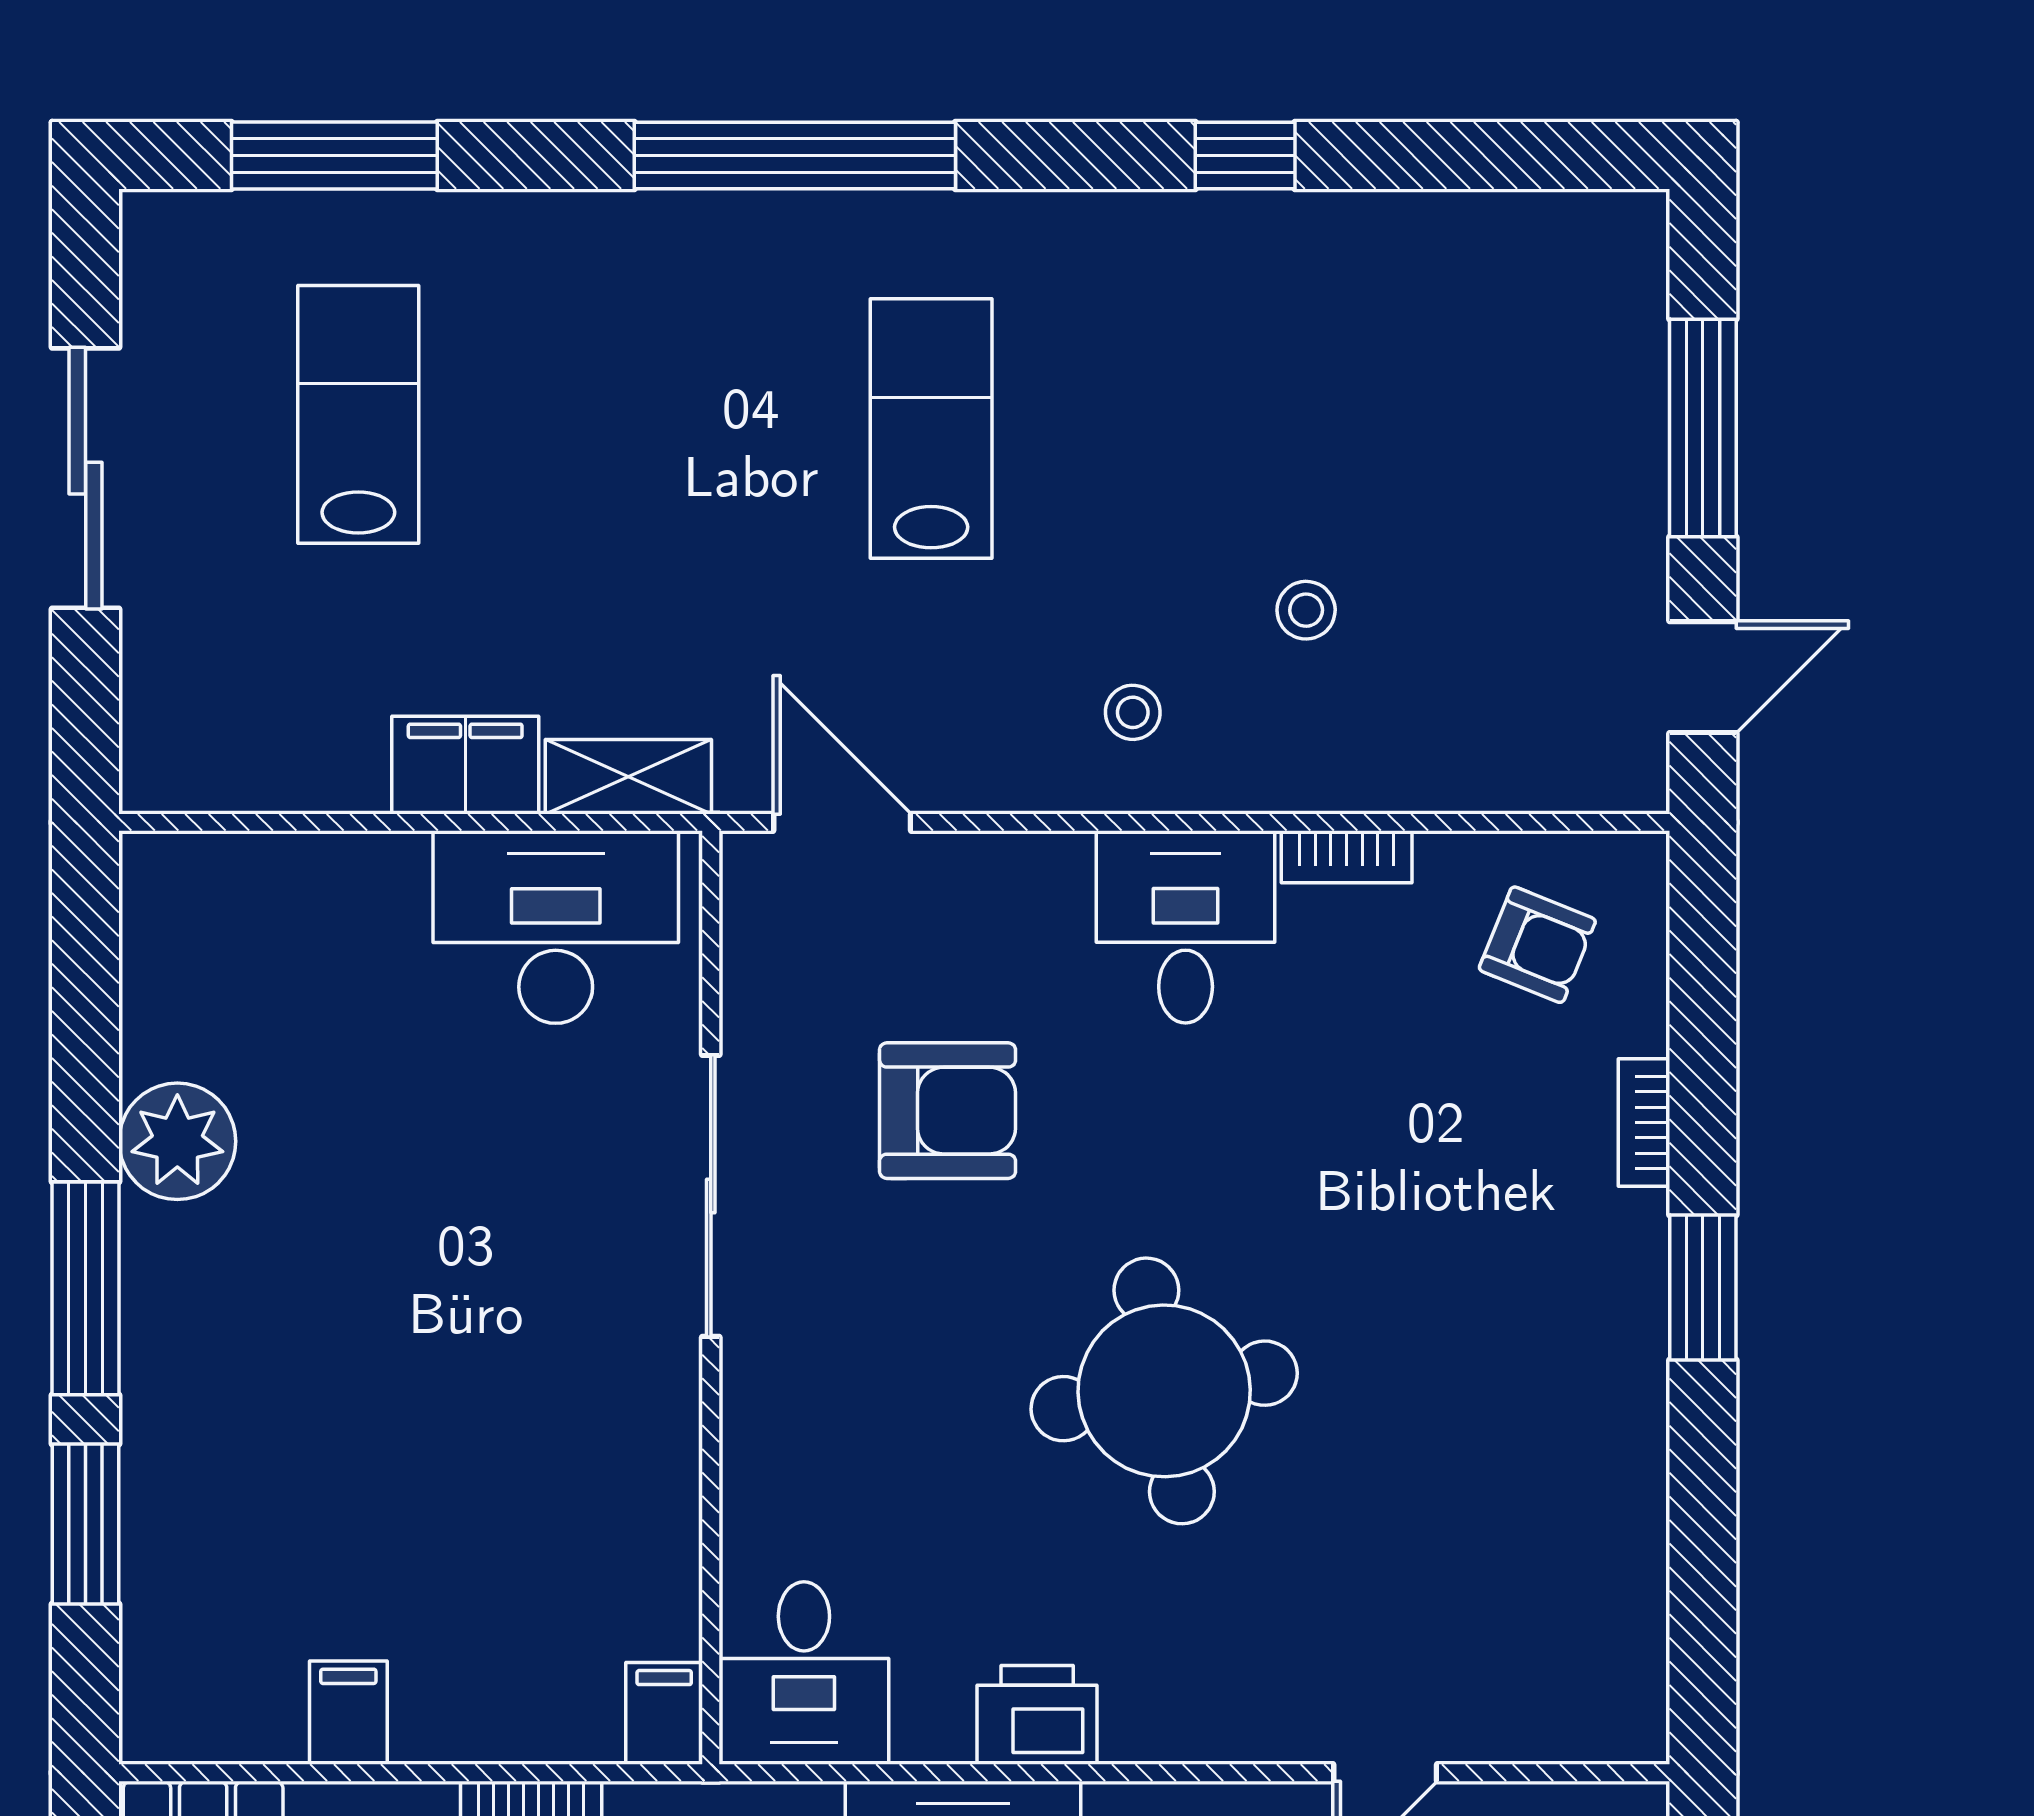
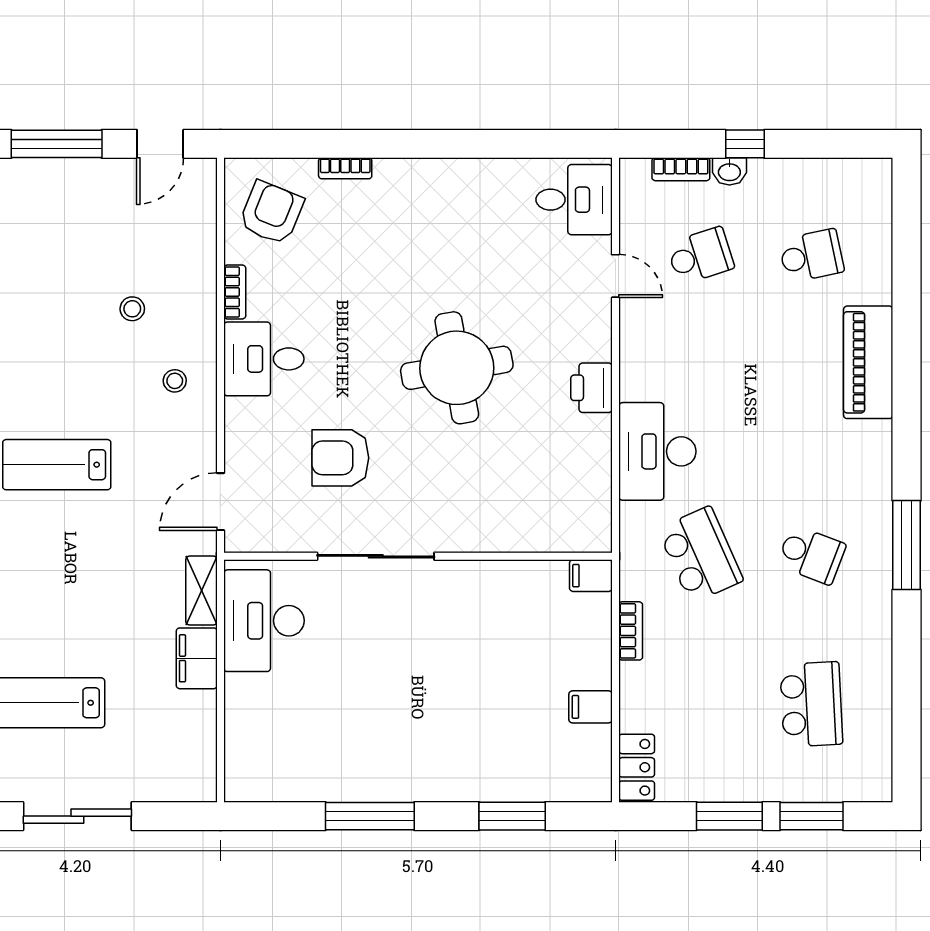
door: (1703, 677) -> (160, 144), swing flipped
armchair: (1537, 945) -> (271, 213), width x1.38, depth x1.38
armchair: (948, 1111) -> (340, 458), turned -90
plant: (177, 1141) -> (353, 778), removed
window: (1703, 1287) -> (414, 144), removed
window: (86, 1288) -> (370, 816), moved
desk: (804, 1673) -> (574, 200), moved
printer: (1037, 1715) -> (591, 388), moved

